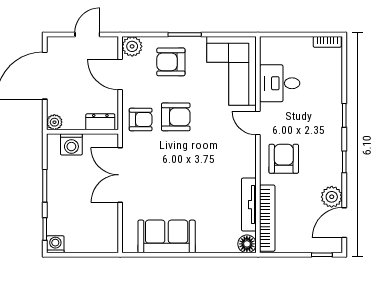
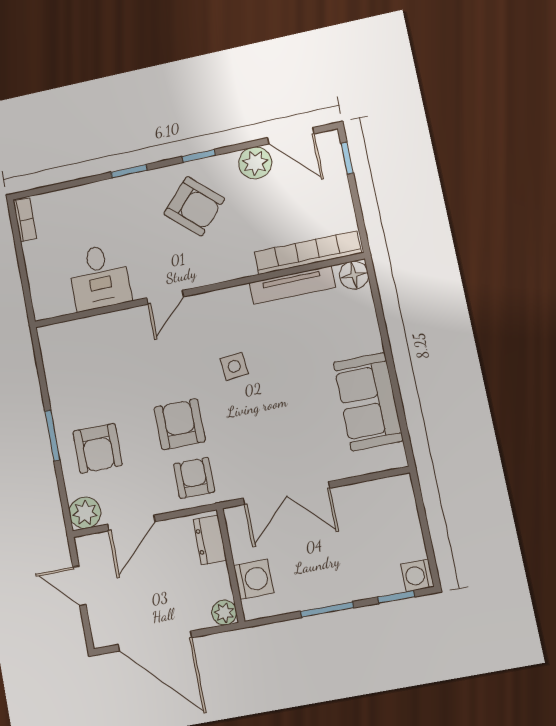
corner sofa: (231, 71) -> (94, 353), removed
side table: (205, 158) -> (234, 366), added
armchair: (284, 159) -> (194, 206), moved, turned -137

